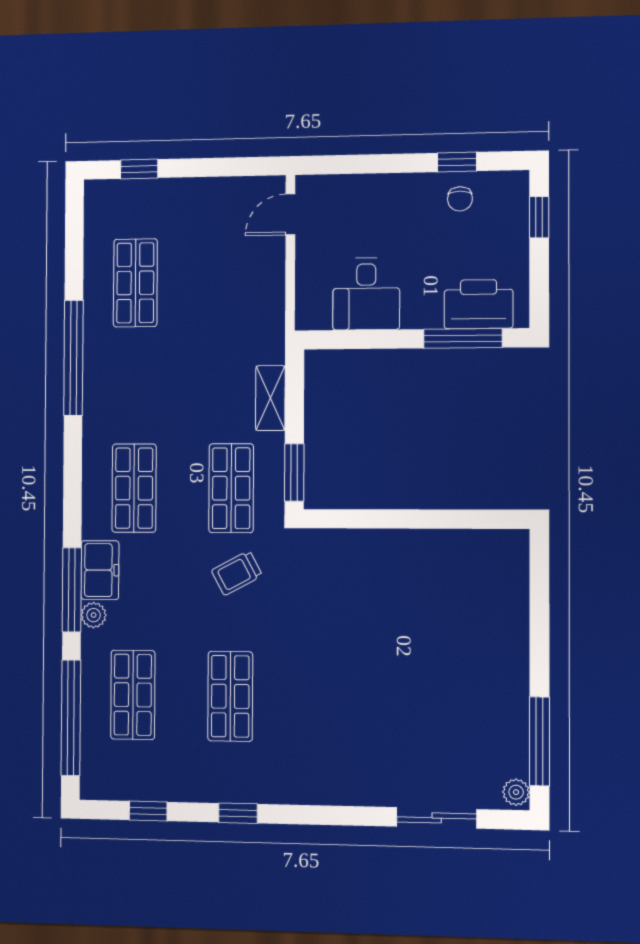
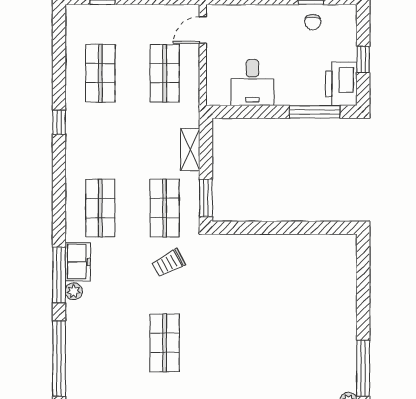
window: (539, 217) -> (363, 59), moved
printer: (479, 304) -> (341, 84), moved, turned -90
window: (73, 358) -> (59, 122), width x0.32
shop shelf: (133, 695) -> (165, 73), moved

